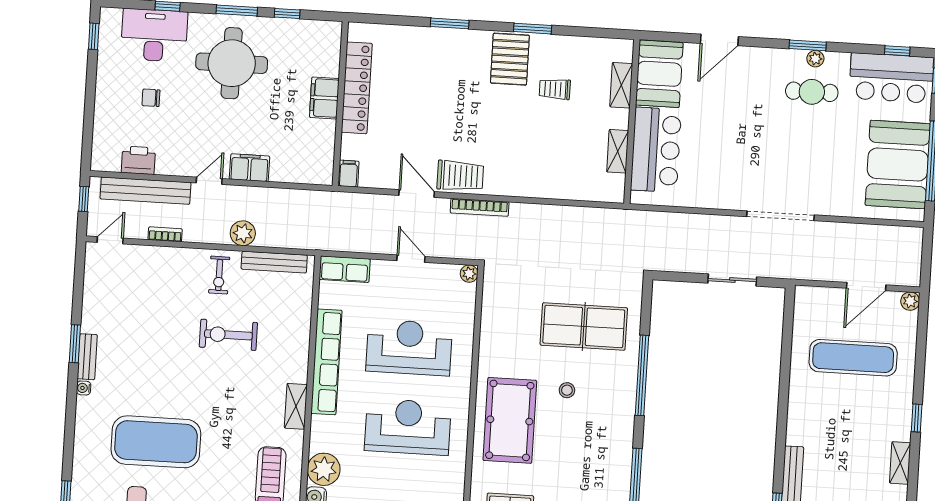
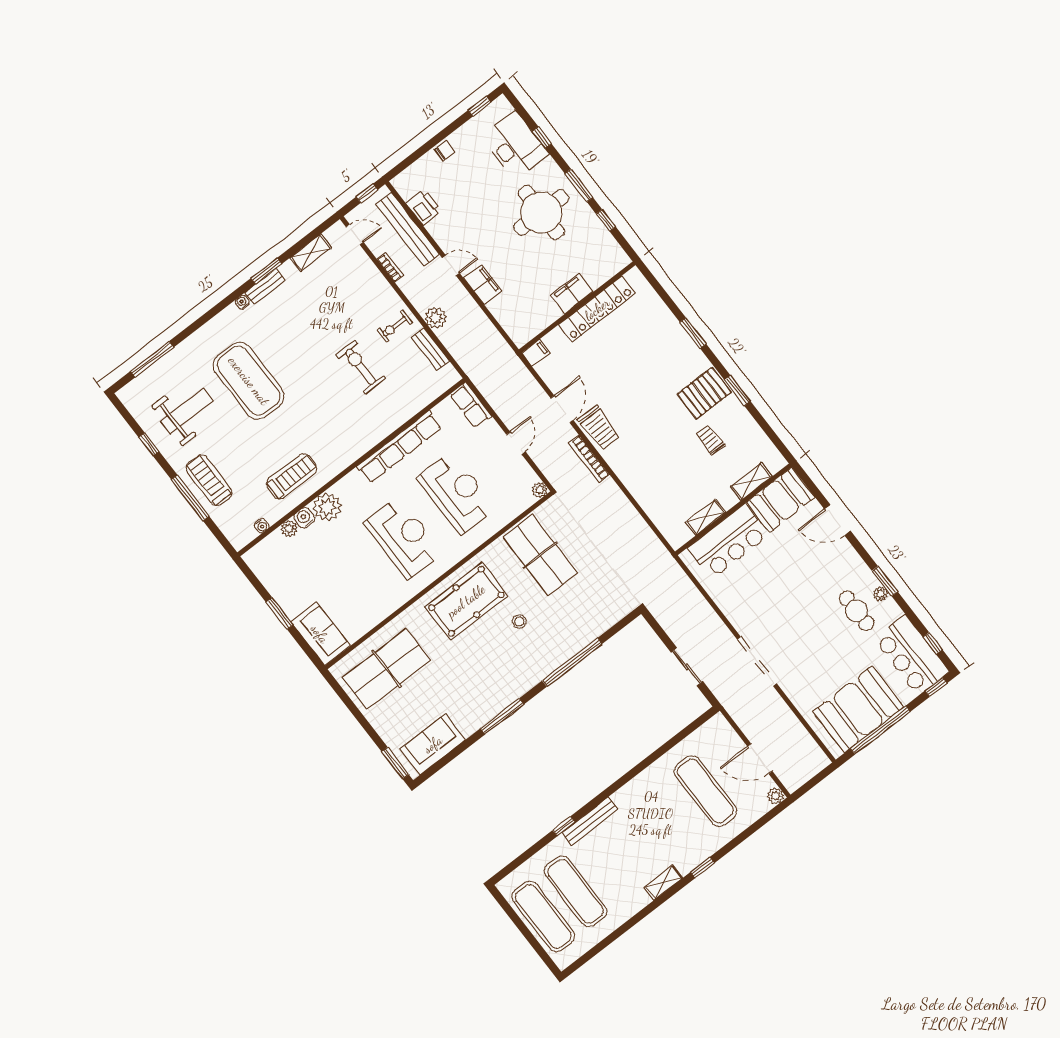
chair: (151, 98) -> (444, 151), moved, turned 92
bench: (274, 262) -> (430, 349), width x0.73
table tennis table: (584, 326) -> (540, 555), moved
shelving: (296, 406) -> (311, 253), moved

